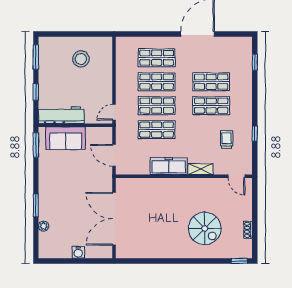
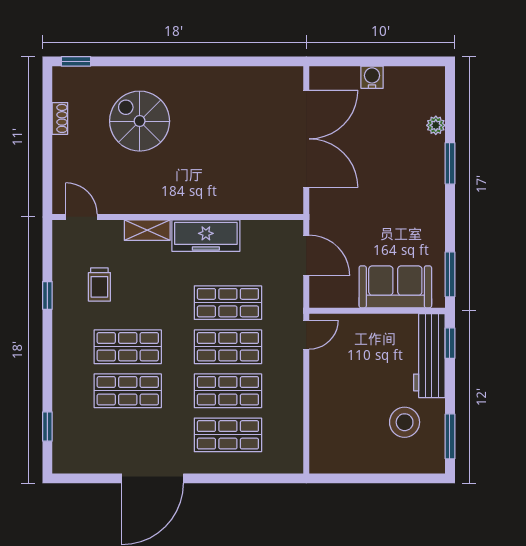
stool: (81, 59) -> (405, 422), moved
window: (36, 92) -> (450, 343), moved
workbench: (61, 115) -> (429, 356), moved, turned 90

